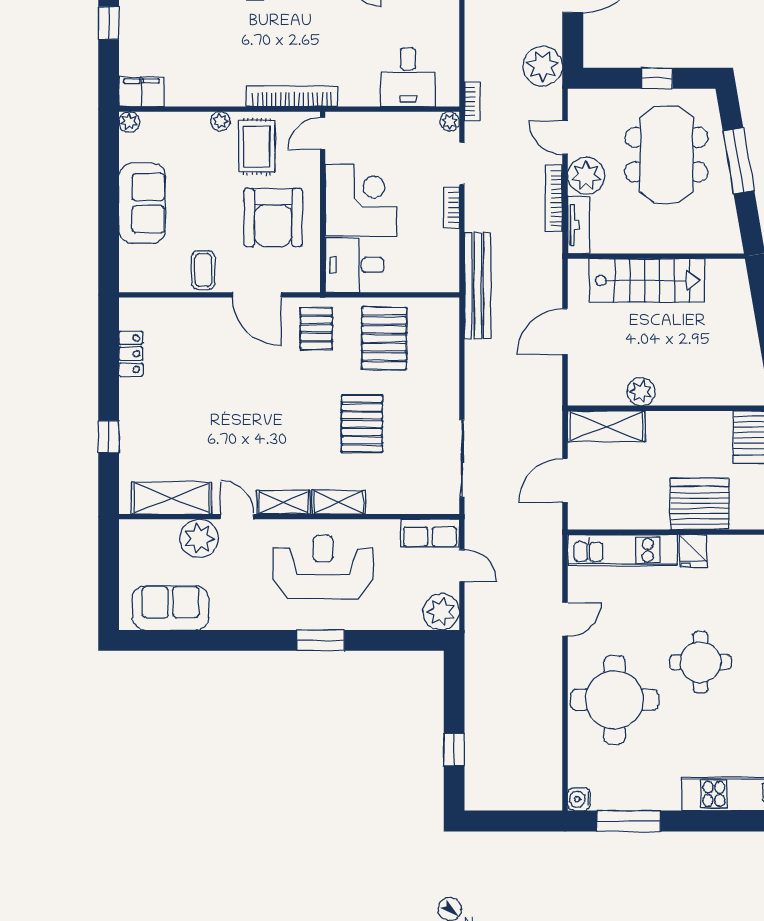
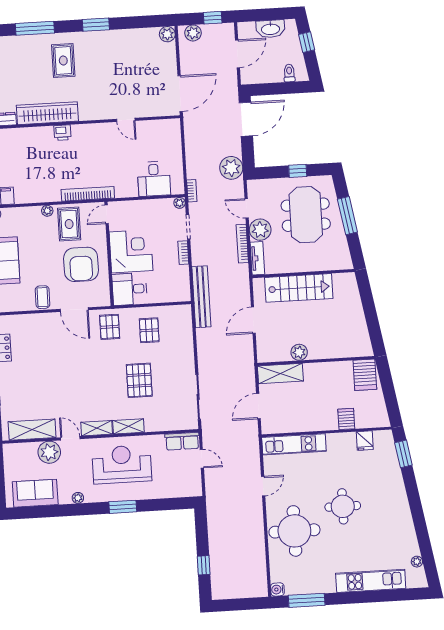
pallet: (384, 338) -> (149, 330), width x0.67, depth x0.71
server rack: (700, 504) -> (346, 419), width x0.46, depth x0.70
fridge: (693, 551) -> (365, 441), moved
plant: (441, 612) -> (78, 498), moved, width x0.53, depth x0.53

